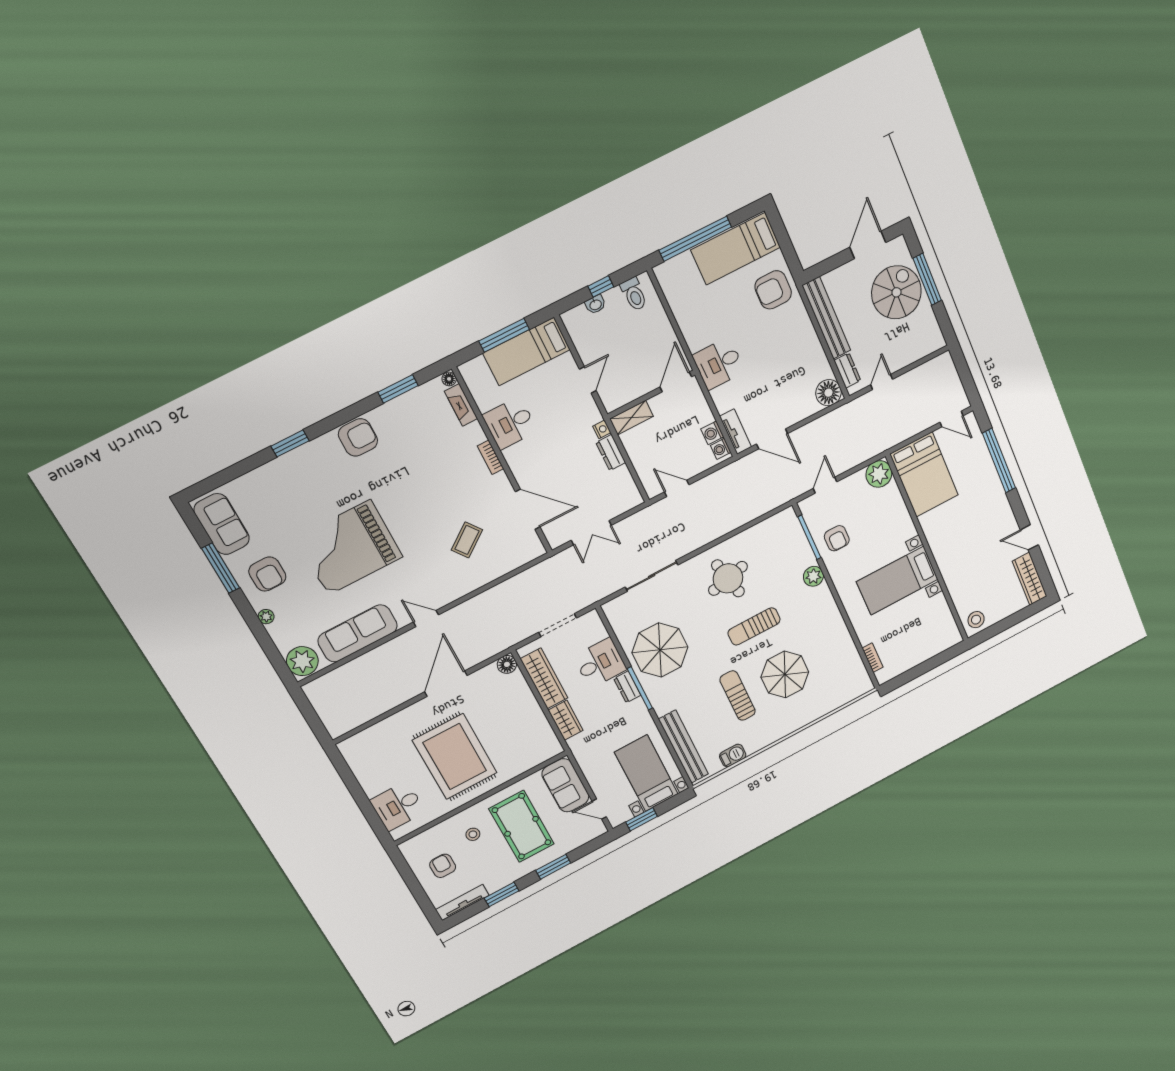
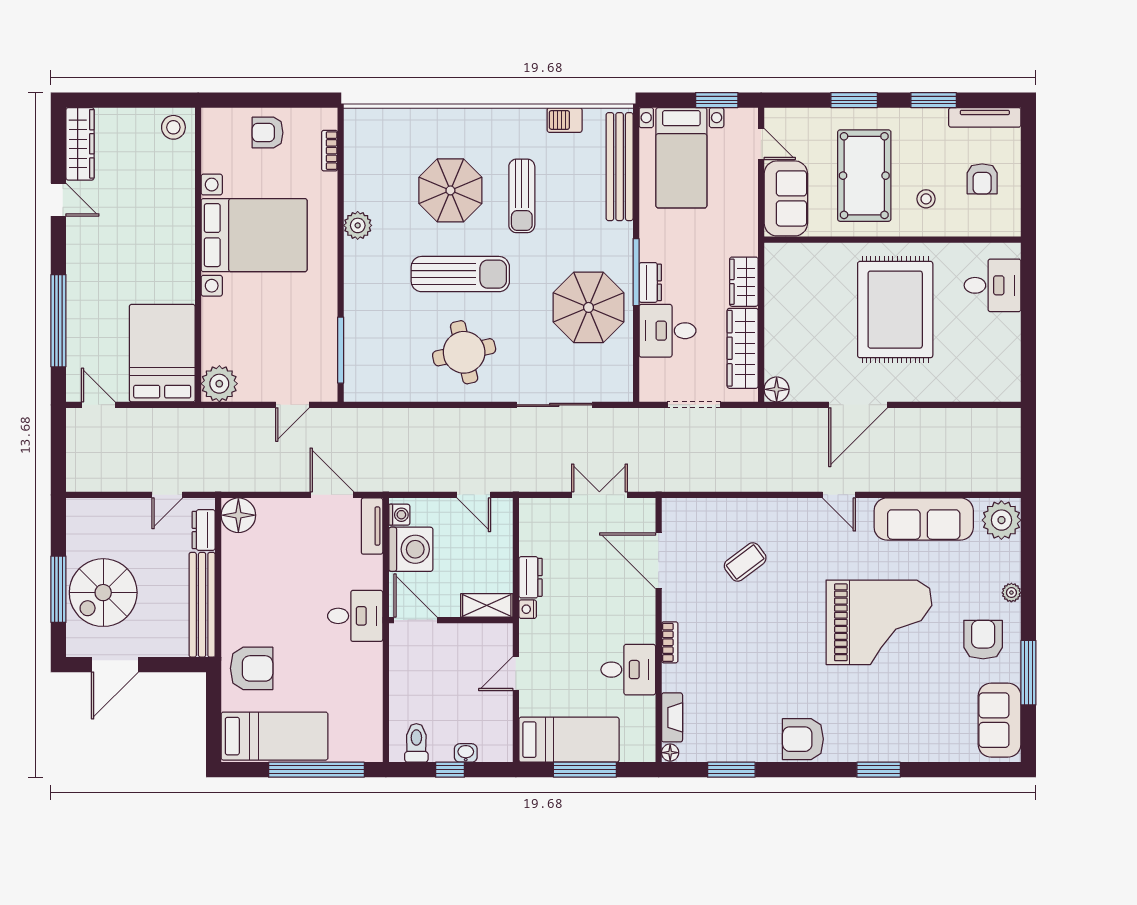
door: (676, 382) -> (415, 620), swing flipped
washing machine: (712, 433) -> (411, 549), width x1.89, depth x1.89
armchair: (837, 538) -> (268, 133), moved, turned -90
plant: (813, 576) -> (358, 225), moved
bed with nightstands: (897, 581) -> (254, 235), width x1.36
sun lounger: (754, 626) -> (460, 274), width x1.36, depth x1.34

